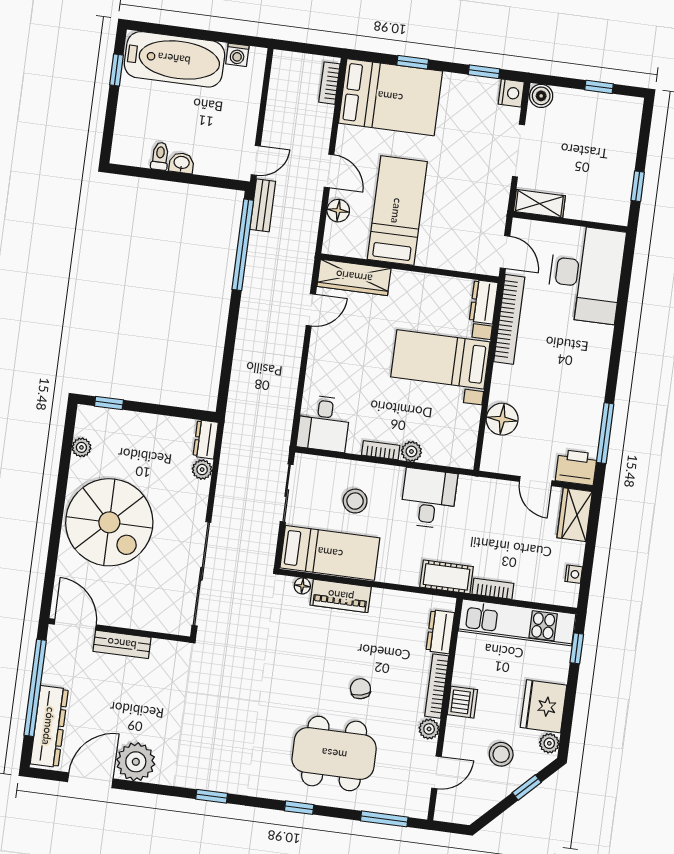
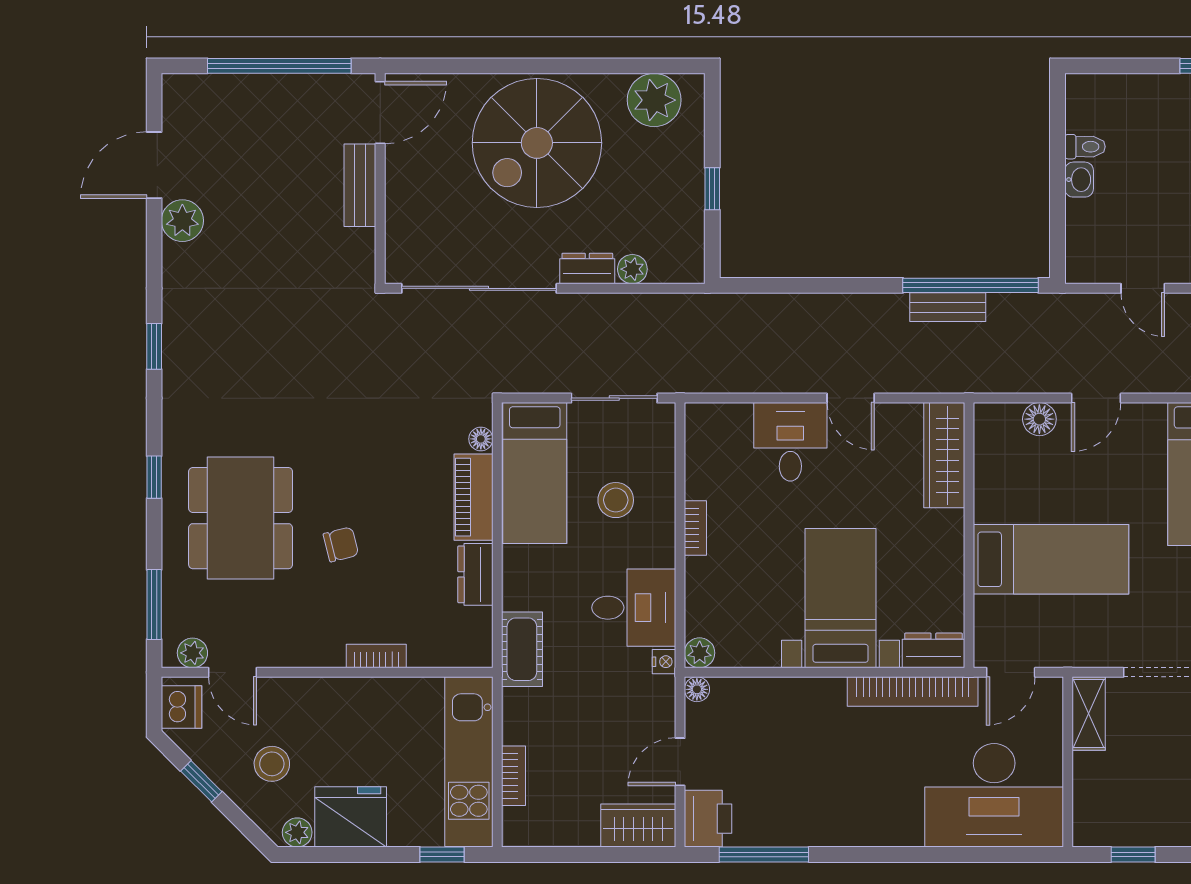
door: (256, 160) -> (1143, 288), moved
bench: (263, 205) -> (948, 307), moved
bed: (397, 211) -> (1051, 559), moved
door: (311, 310) -> (851, 398), moved
window: (109, 403) -> (712, 189), moved
floor lamp: (502, 419) -> (697, 689), moved, width x0.53, depth x0.53
desk: (324, 423) -> (790, 442), moved, turned 90
dresser: (206, 439) -> (587, 269), moved
plant: (81, 447) -> (654, 100), width x1.87, depth x1.87
plant: (411, 451) -> (700, 653), moved
nightstand: (574, 574) -> (664, 662), moved, turned -90
bookcase: (493, 589) -> (514, 776), moved
dresser: (440, 632) -> (475, 574), moved, turned -90
bookcase: (437, 686) -> (376, 656), width x0.64
dishwasher: (462, 702) -> (181, 707), moved, turned -90
dresser: (49, 726) -> (225, 94), removed
plant: (429, 729) -> (192, 653), moved
plant: (136, 762) -> (182, 221), width x0.73, depth x0.73
door: (90, 780) -> (154, 165), swing flipped
window: (527, 787) -> (201, 781), moved

